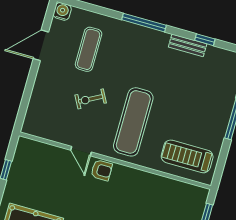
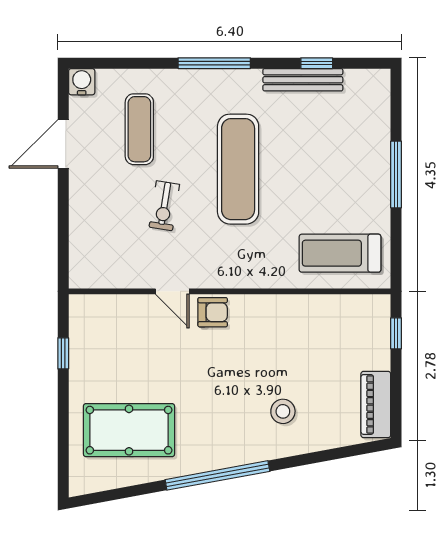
bench: (188, 45) -> (303, 80), width x1.36
exercise bike: (91, 99) -> (164, 206), turned -53
exercise mat: (133, 122) -> (238, 169), moved

